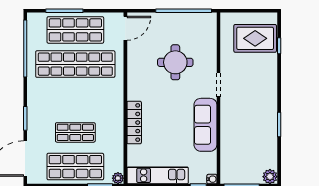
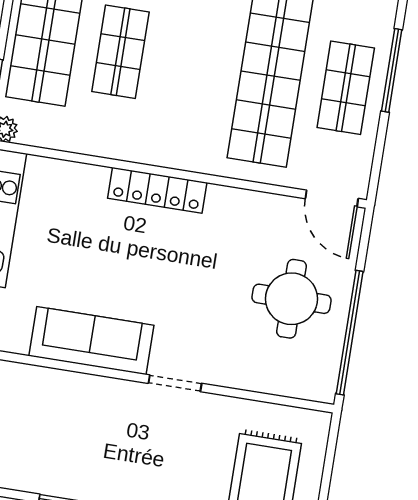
shop shelf: (75, 30) -> (346, 88), width x0.70, depth x0.74
round table: (175, 62) -> (292, 299), moved
locker: (134, 123) -> (157, 190), moved

